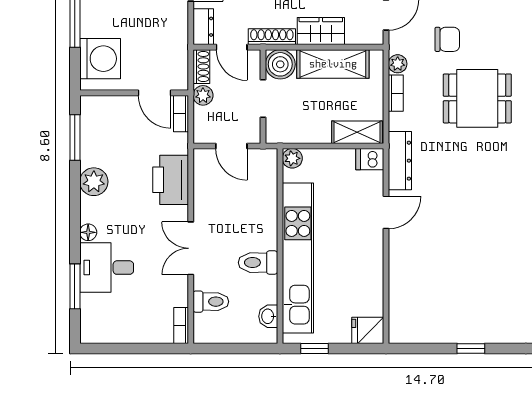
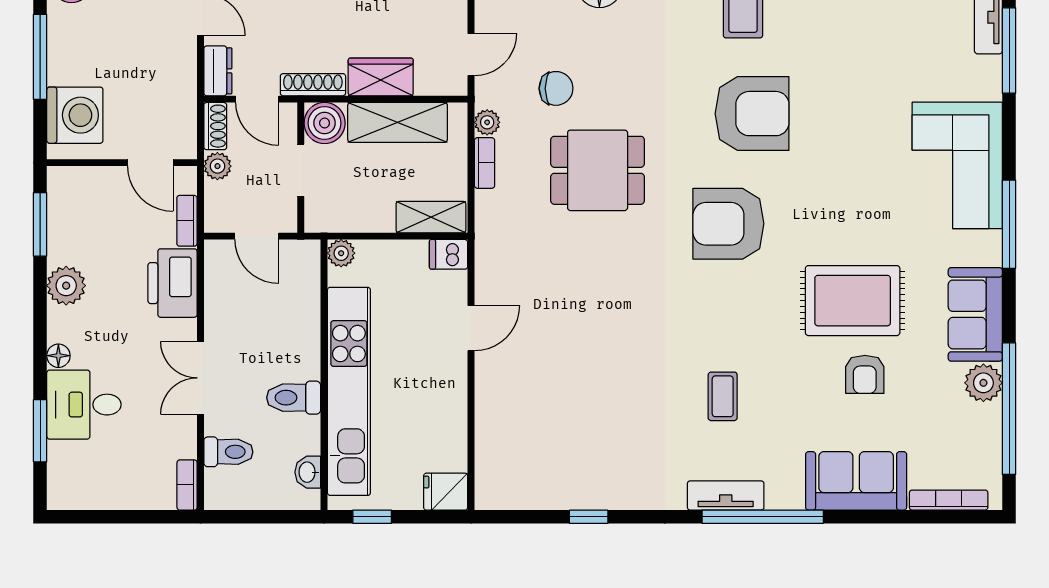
bookcase: (181, 114) -> (187, 221), moved
dresser: (400, 161) -> (490, 256), removed

